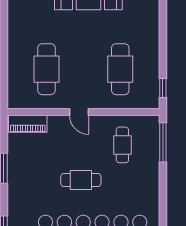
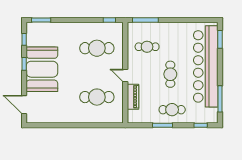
door: (79, 112) -> (125, 76), swing flipped
piano: (28, 124) -> (133, 97), moved
cafe table: (27, 183) -> (172, 110), added

